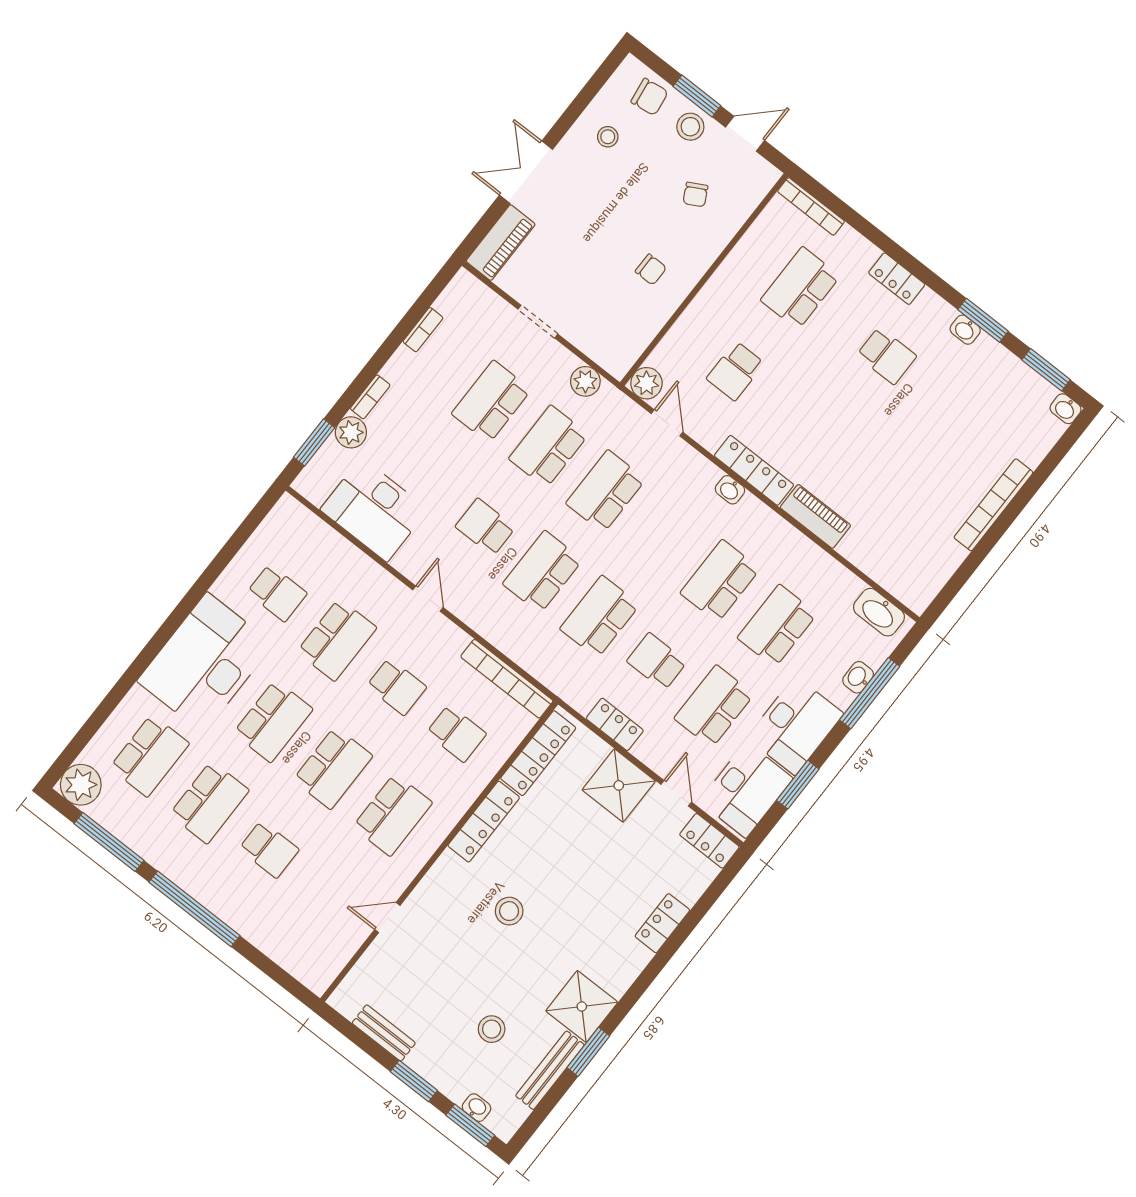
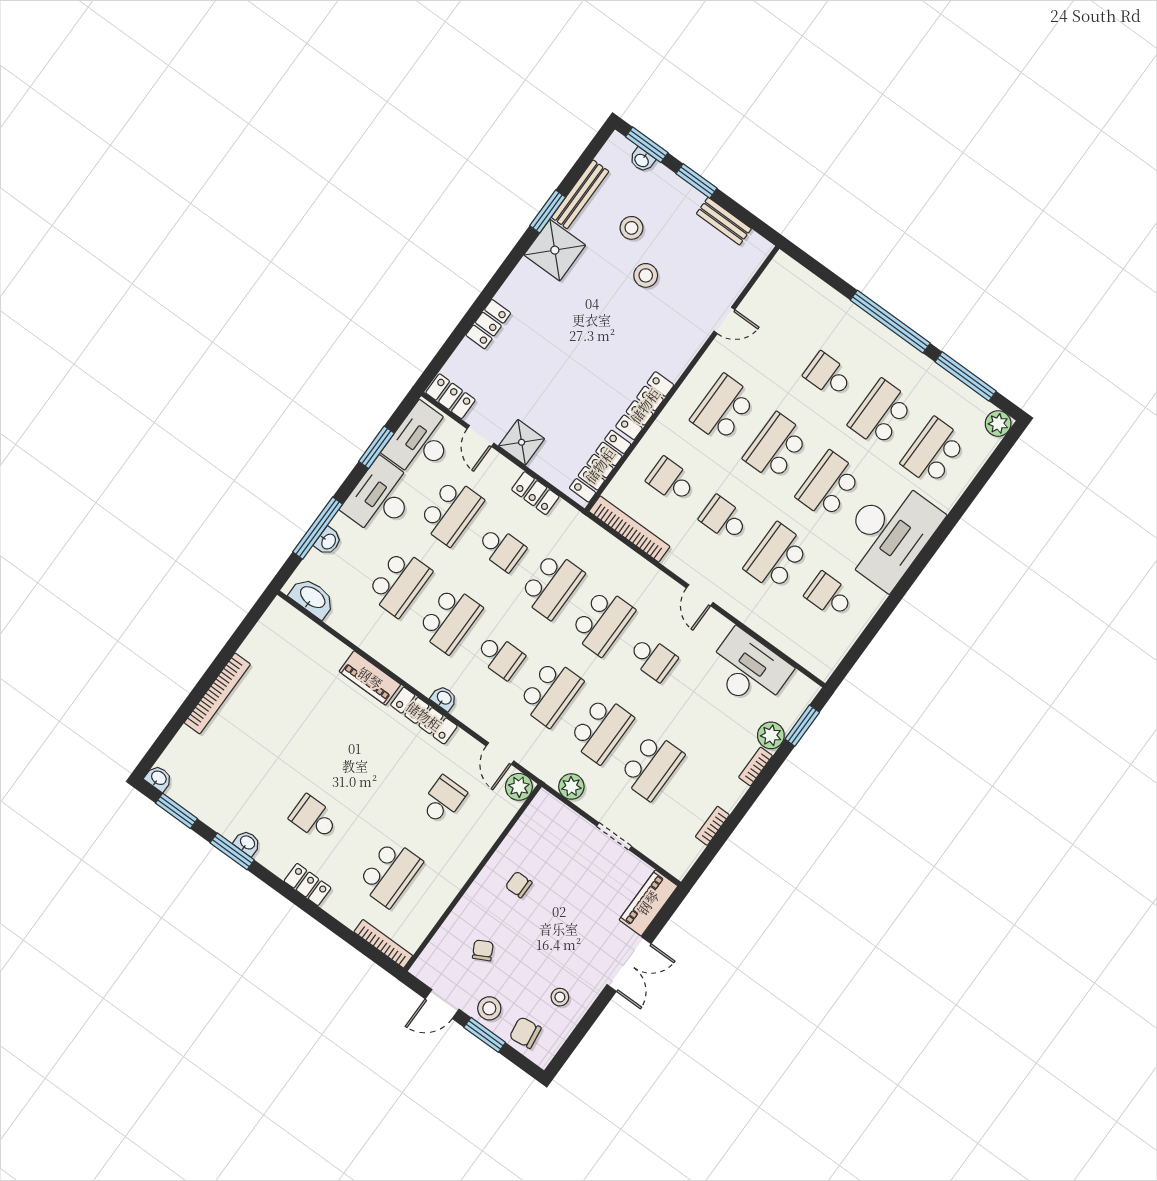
school desk: (663, 536) -> (500, 656), added
plant: (81, 785) -> (998, 424), width x0.73, depth x0.73
shower: (619, 785) -> (522, 442), width x0.73, depth x0.73
stool: (509, 911) -> (646, 275), moved

